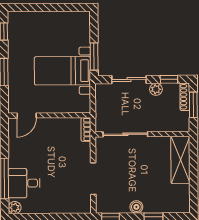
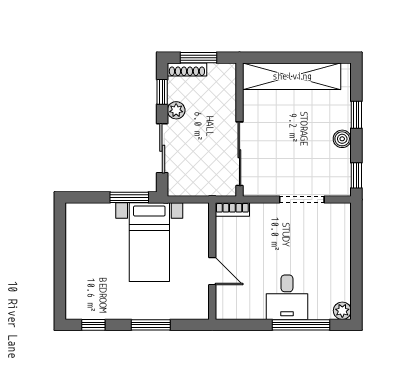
door: (27, 116) -> (212, 271), moved
shelving: (180, 160) -> (292, 76), width x1.47
desk: (24, 183) -> (287, 297), moved

